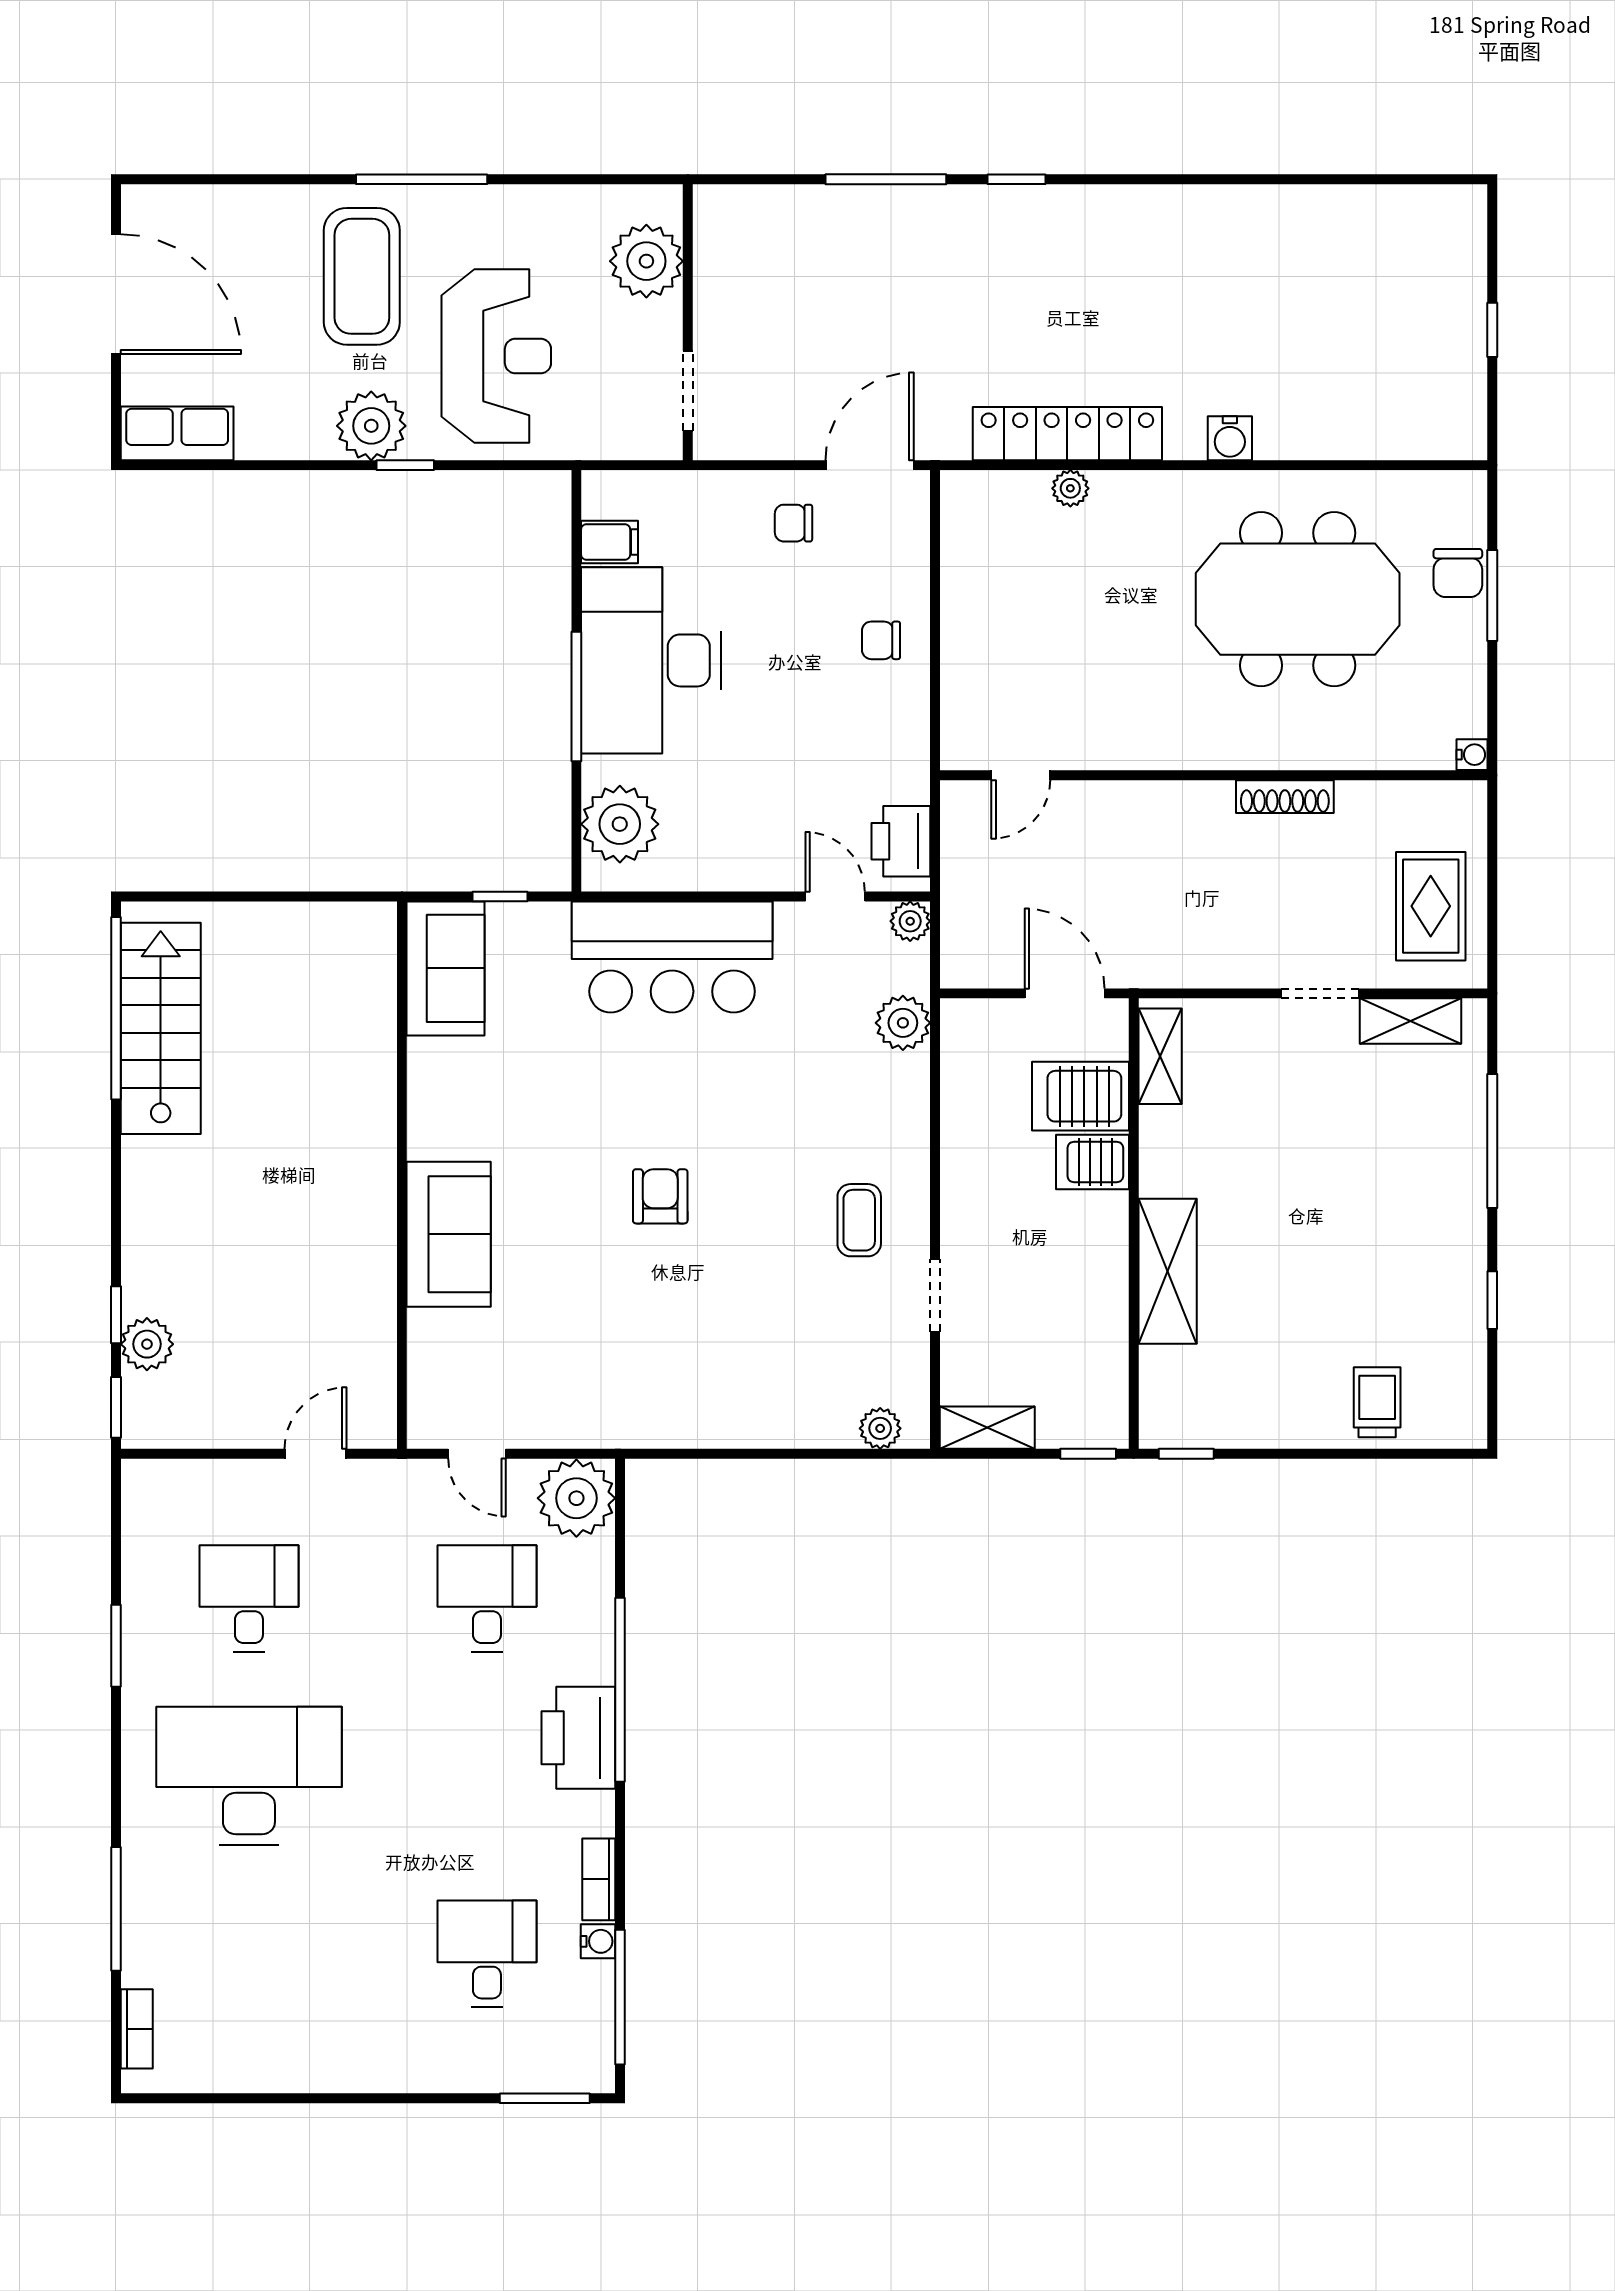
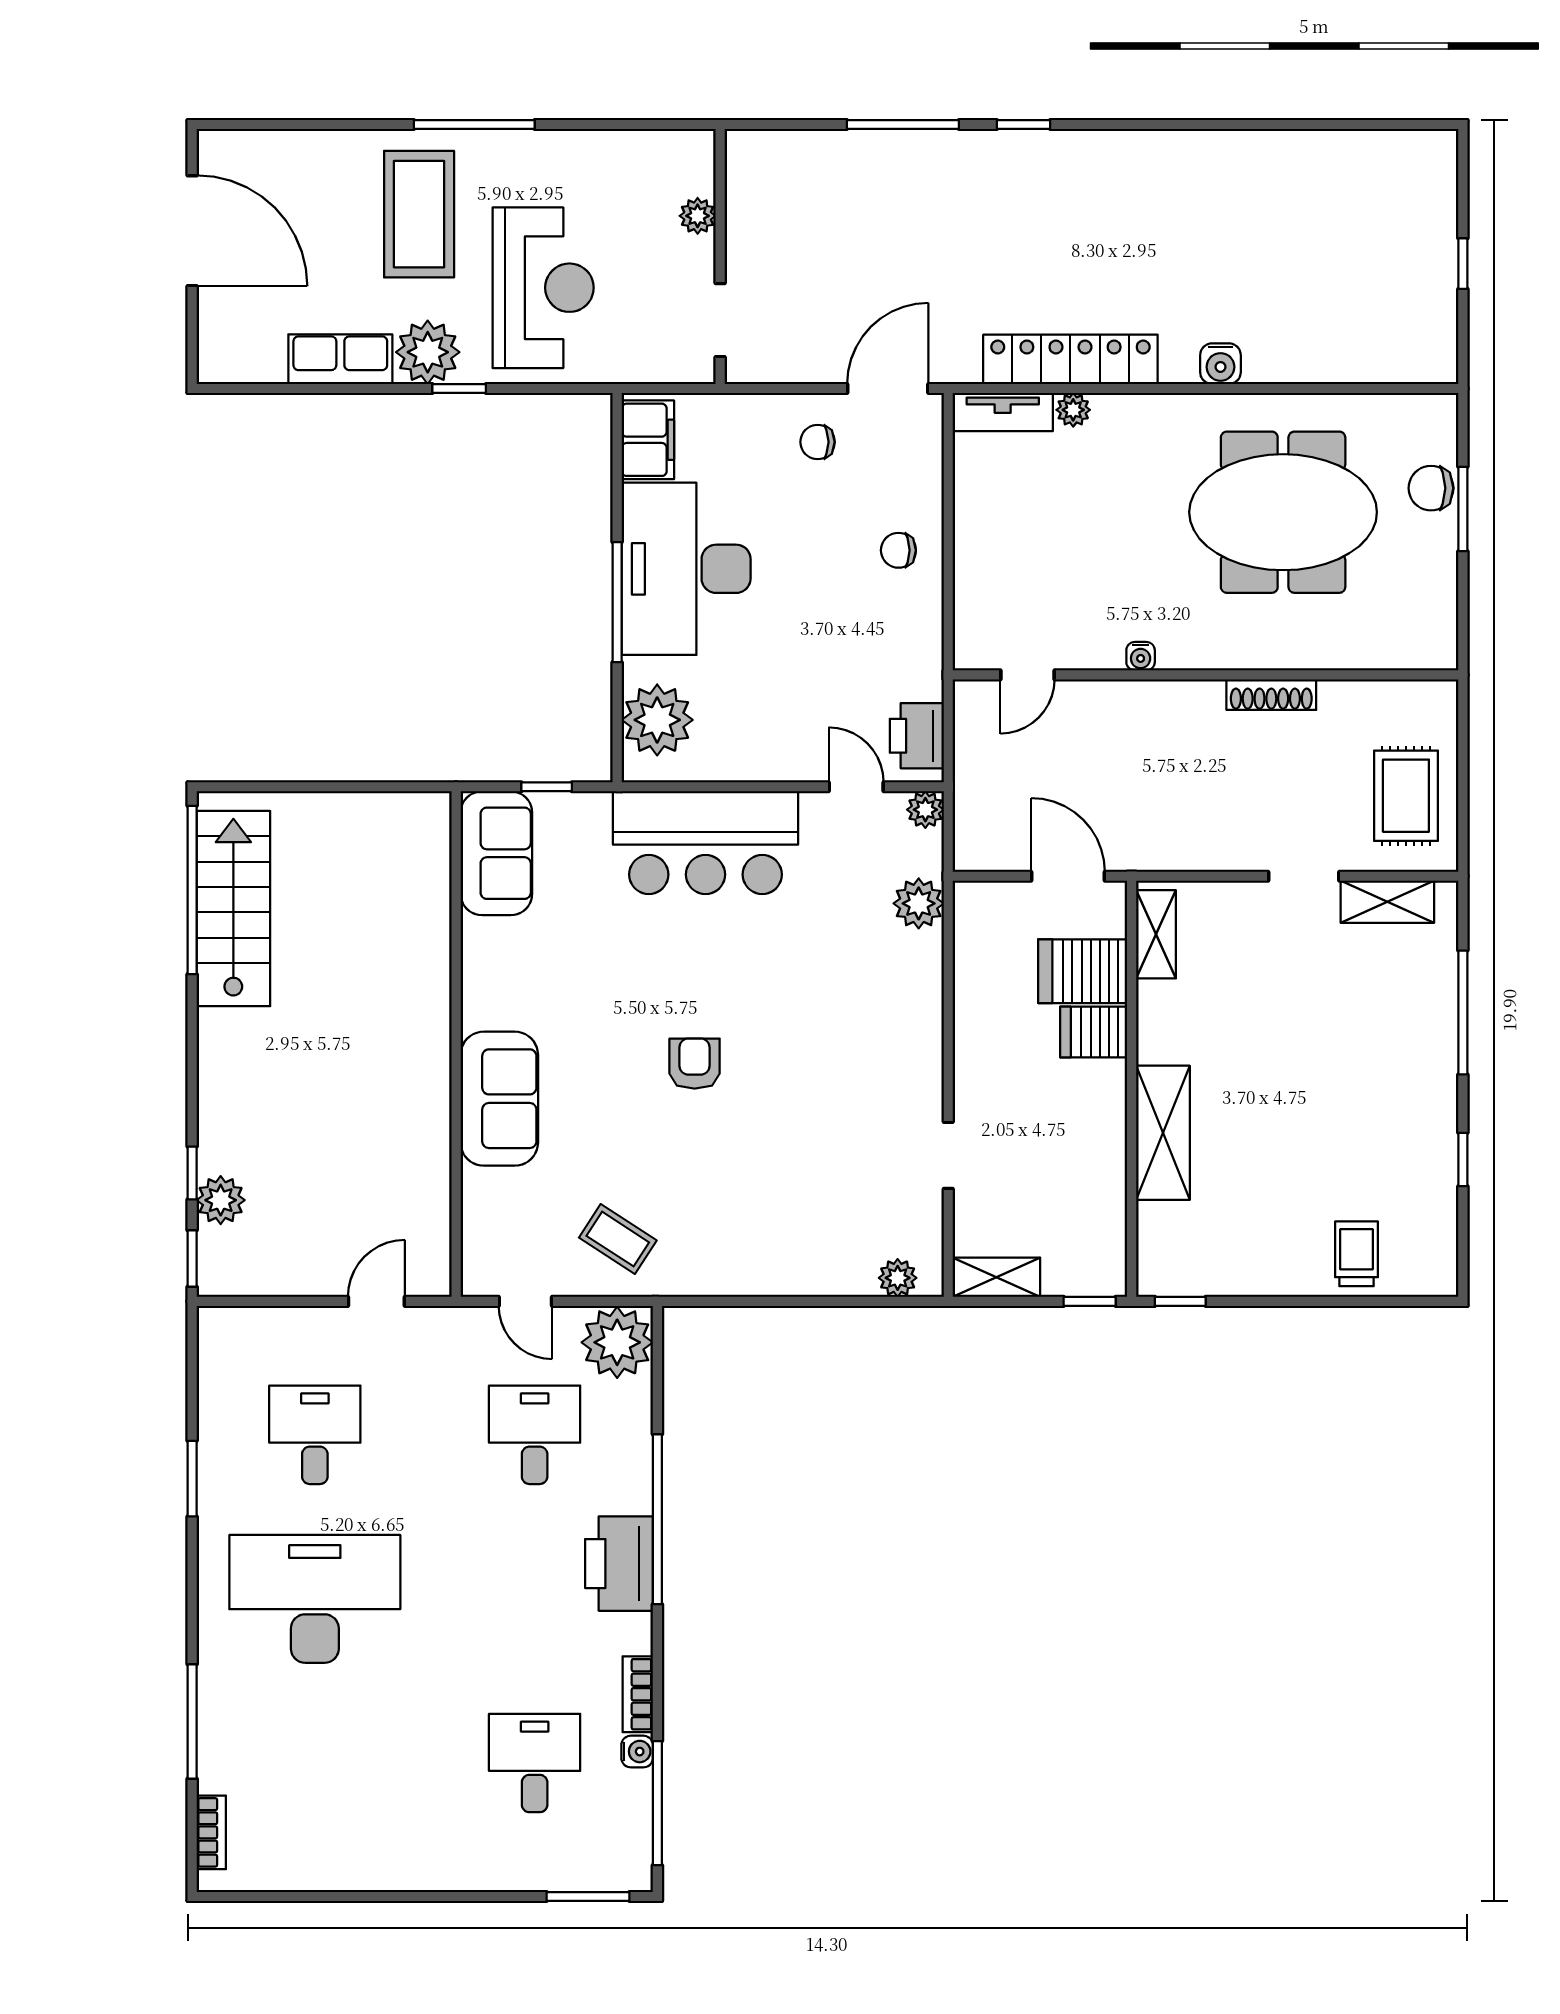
plant: (646, 261) -> (698, 216), width x0.53, depth x0.53
row of seats: (177, 433) -> (340, 359), moved
tv unit: (994, 491) -> (1003, 412), added
filing cabinet: (610, 542) -> (648, 440), width x2.00
chair: (1458, 573) -> (1431, 488), turned 90
water cooler: (1472, 755) -> (1141, 656), moved, turned 90
coffee table: (859, 1220) -> (618, 1239), moved, turned -57

